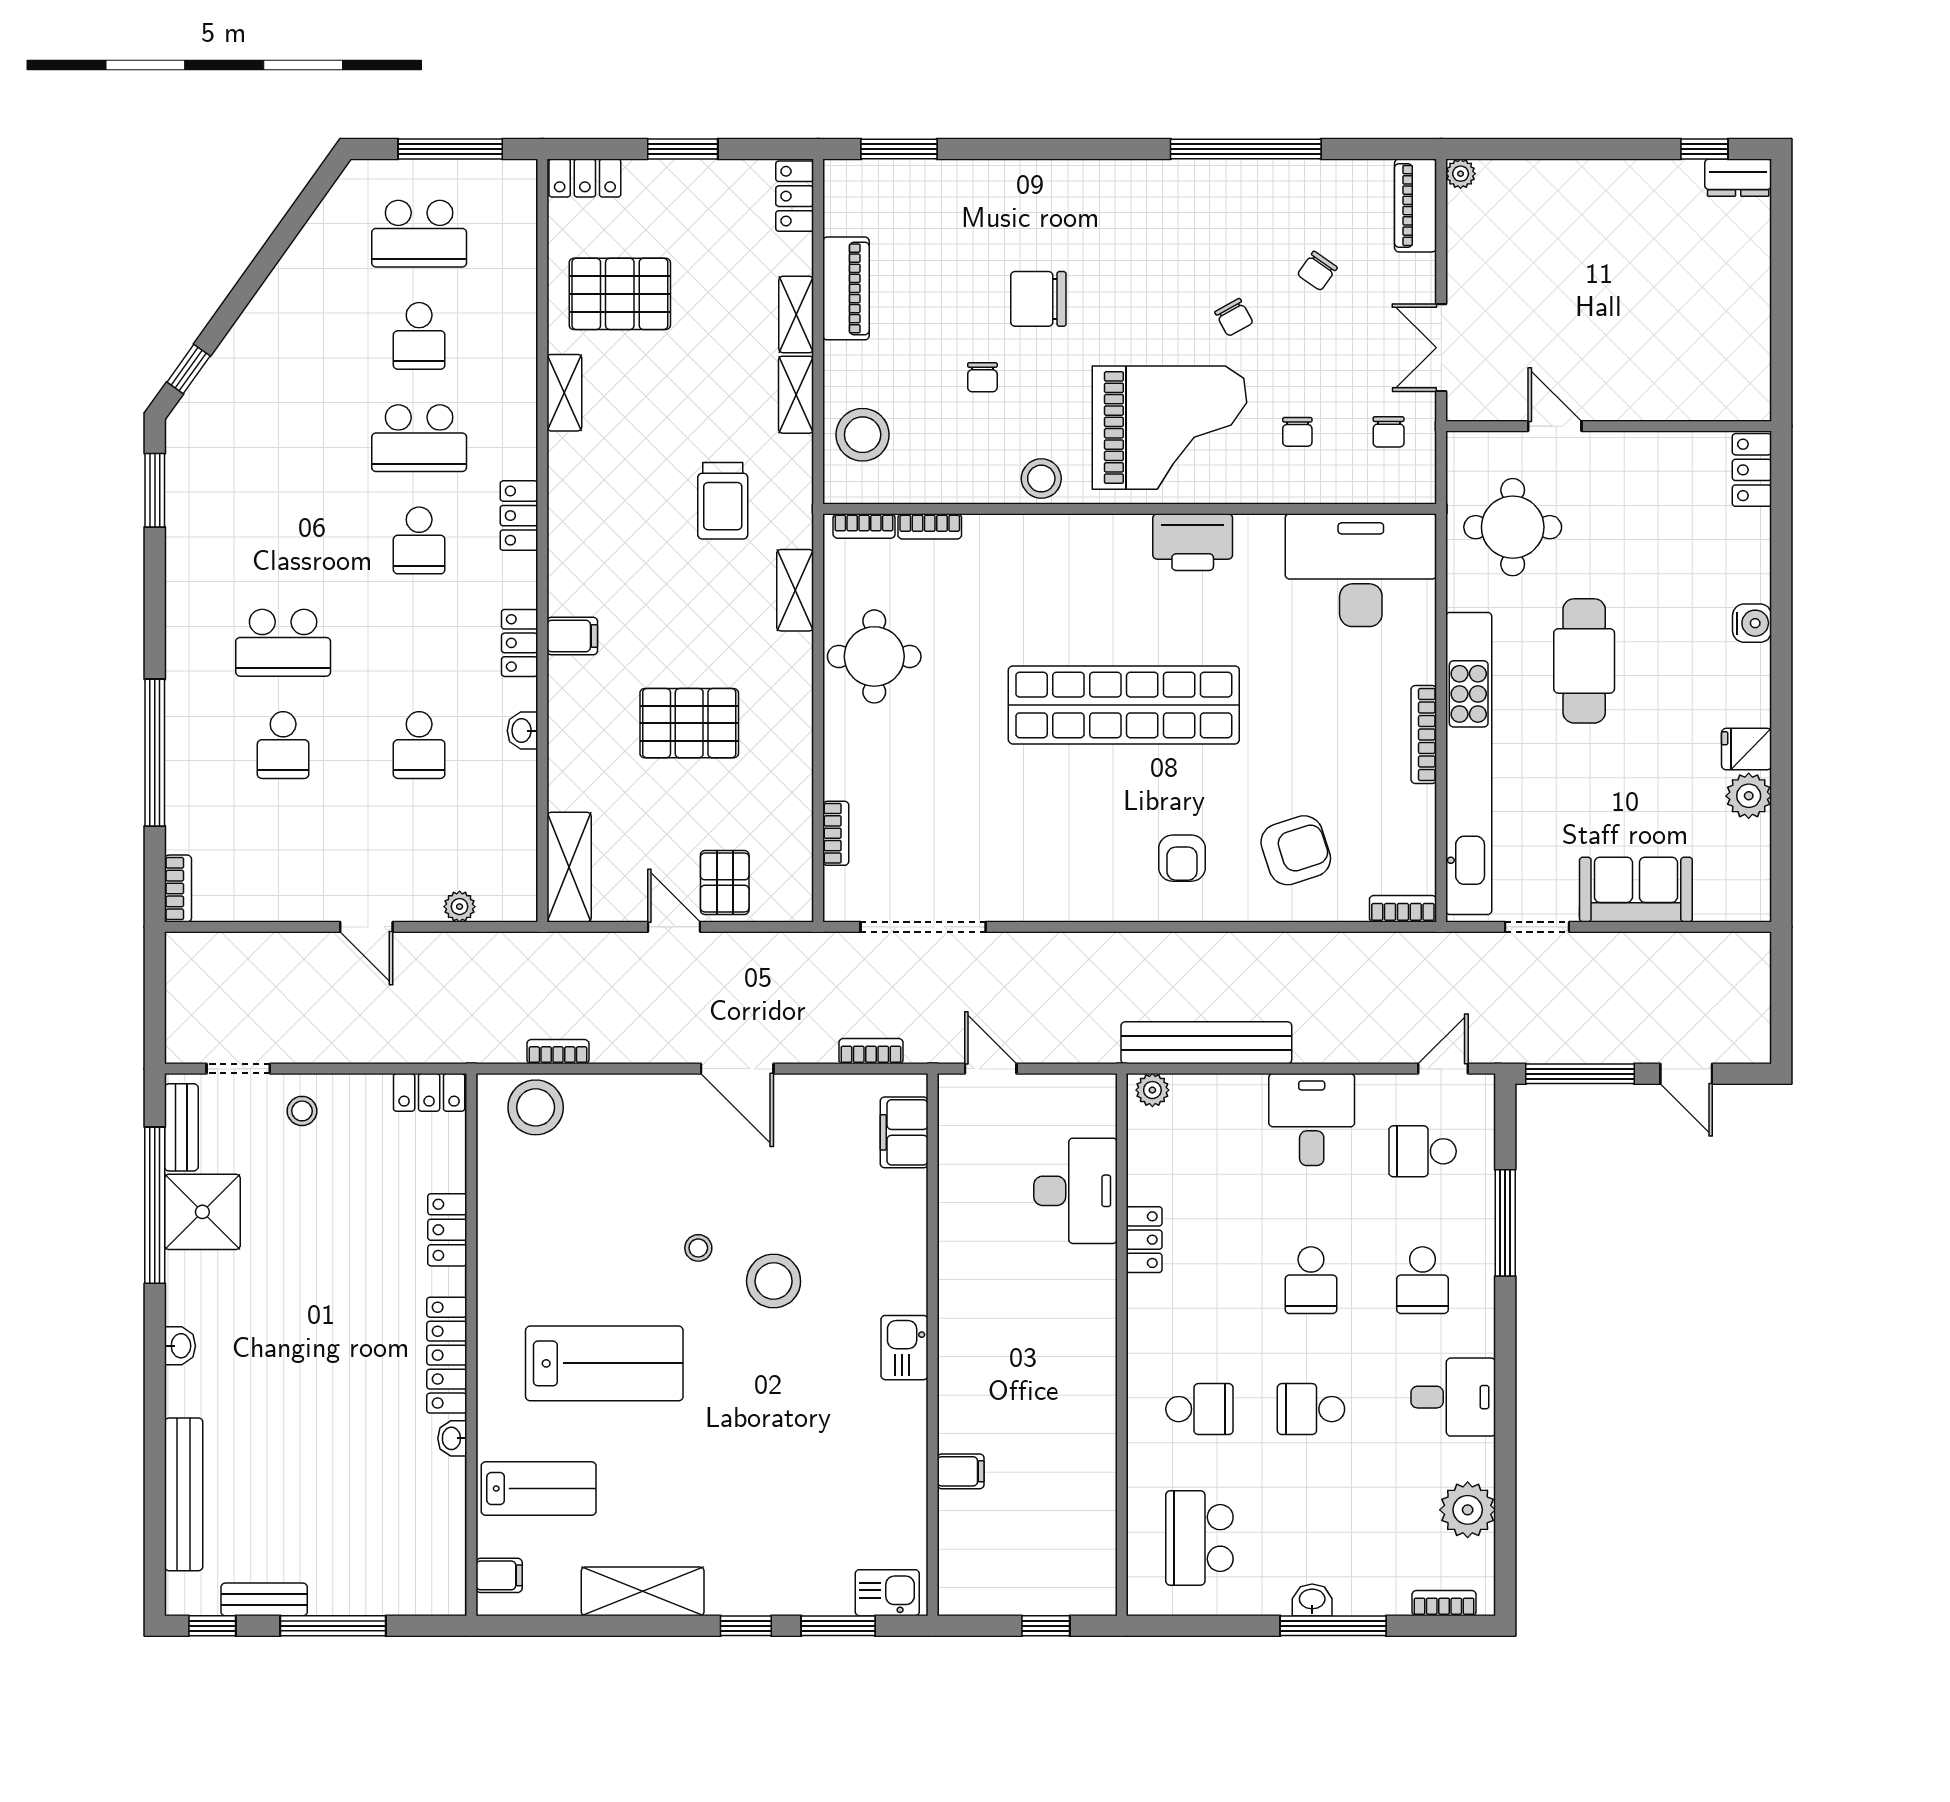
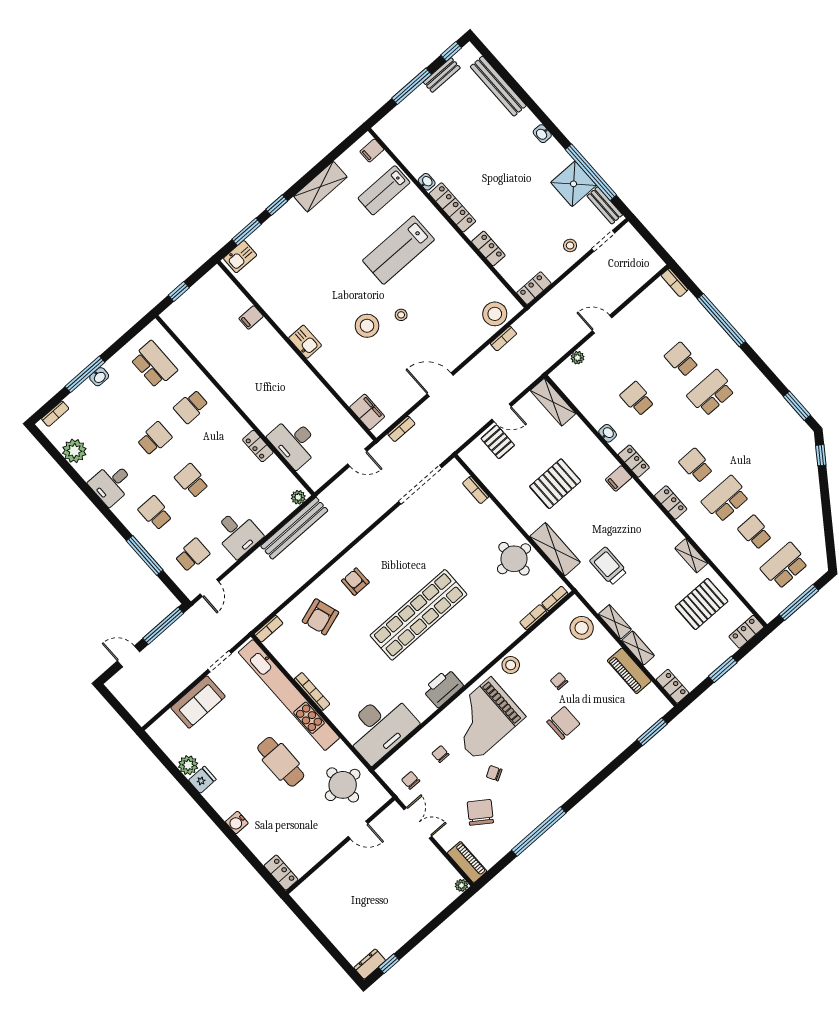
chair: (1317, 271) -> (480, 812), width x1.87, depth x1.87
shelving: (795, 590) -> (555, 549), width x1.50, depth x1.33

